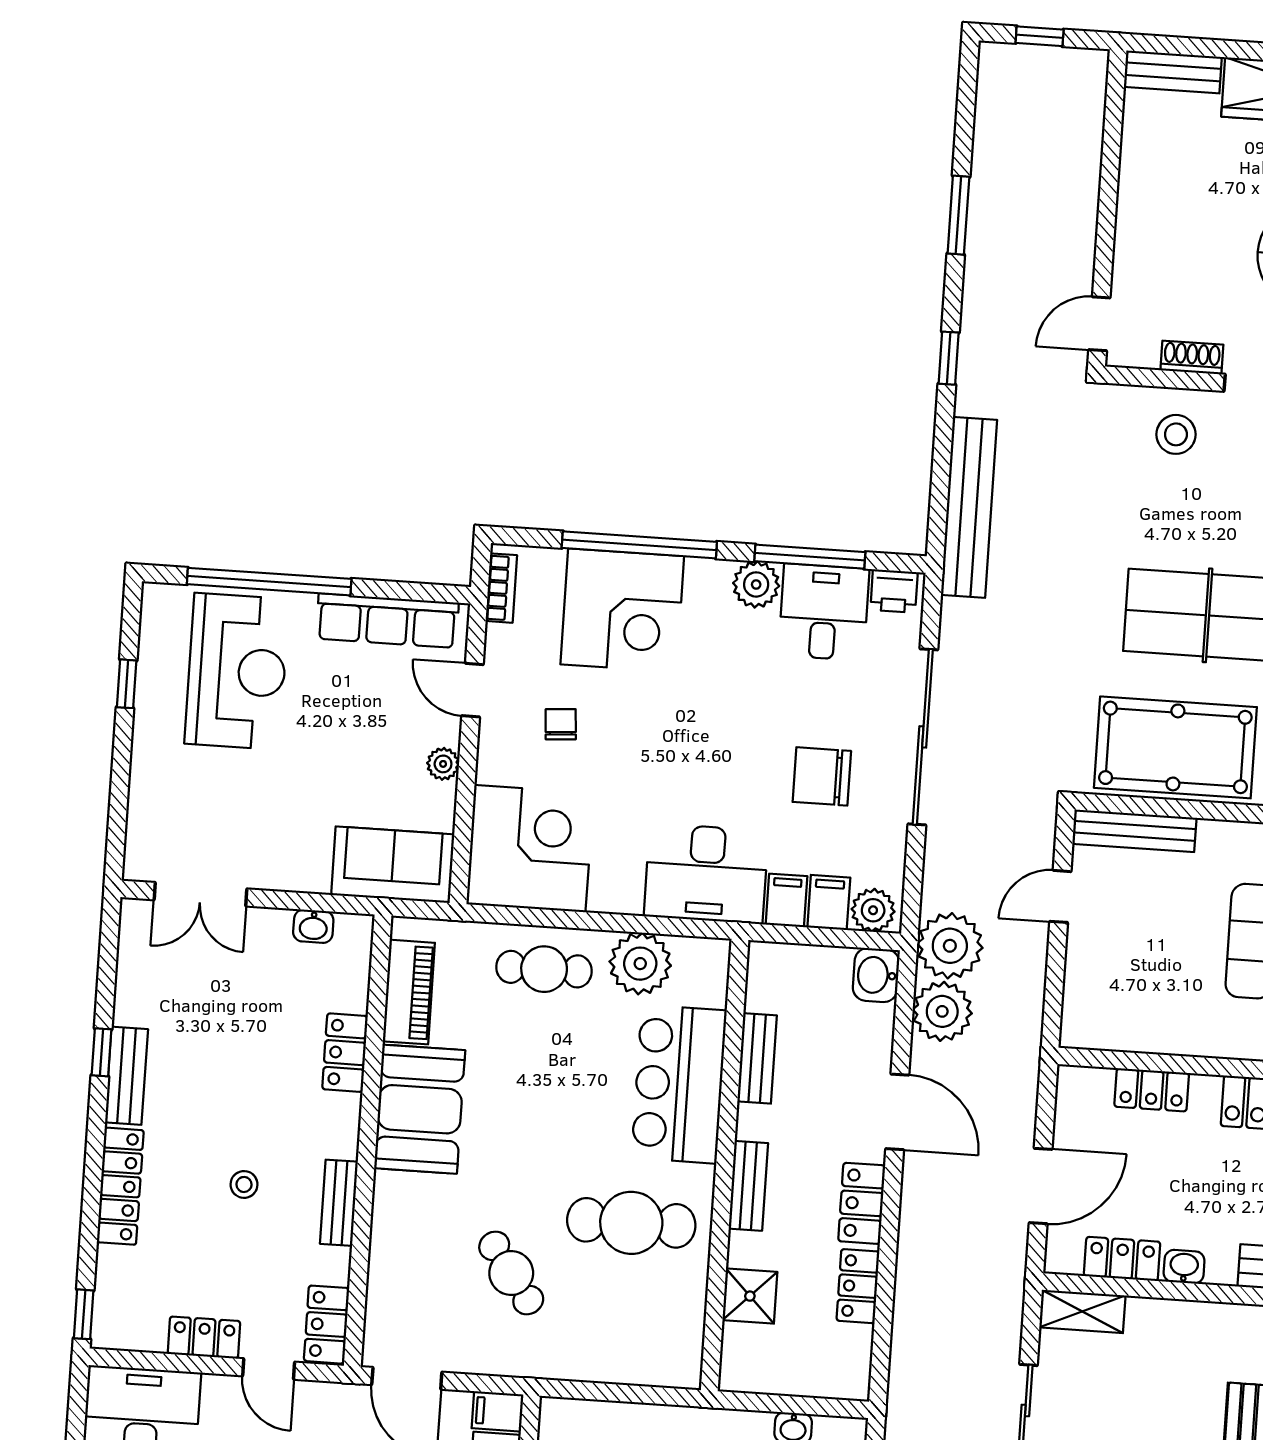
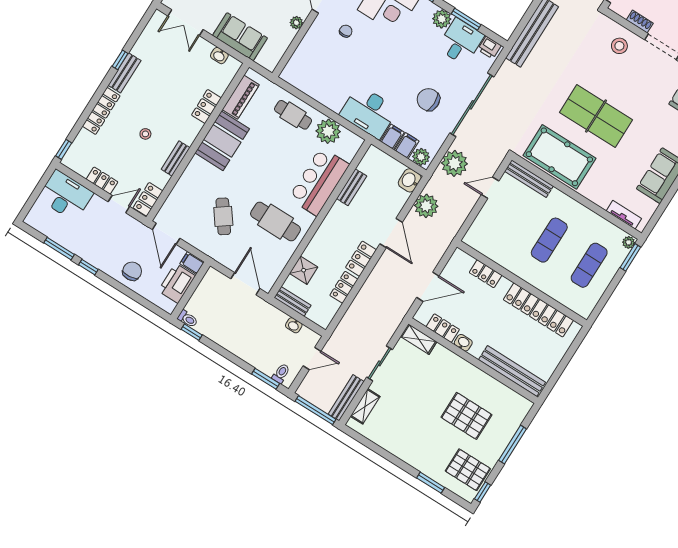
window: (810, 557) -> (466, 19), width x0.69
corner desk: (530, 849) -> (311, 69), removed
sofa: (393, 865) -> (240, 37), moved
plant: (950, 946) -> (454, 163), moved
bench: (748, 1186) -> (292, 301), moved, turned 90
door: (269, 1369) -> (119, 204), swing flipped
door: (638, 1394) -> (245, 284), added

